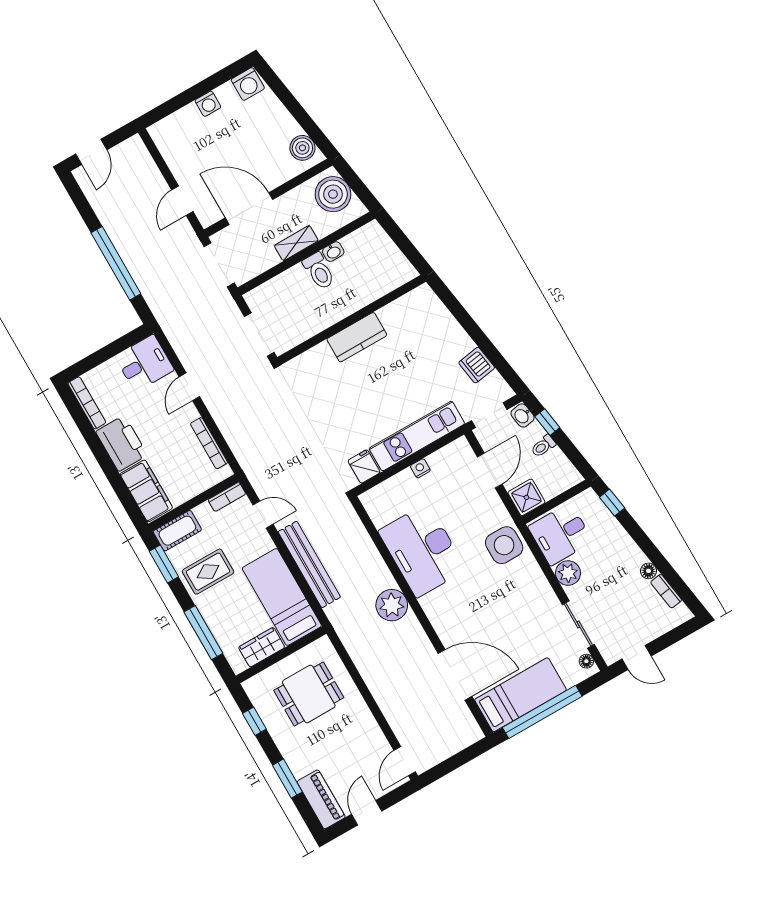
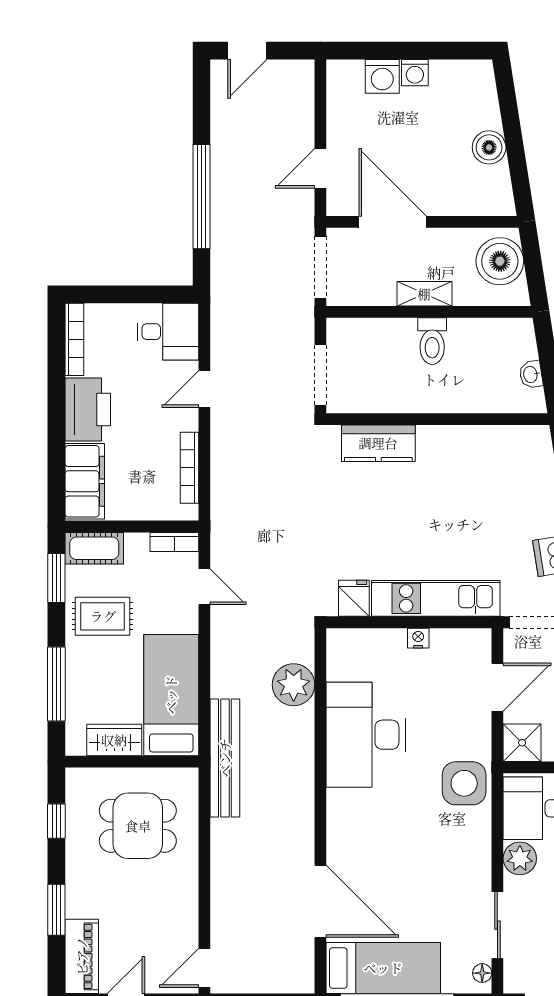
washing machine: (248, 84) -> (382, 76), moved
boiler: (302, 148) -> (489, 147), moved
washbasin: (333, 252) -> (531, 374), moved, turned 81
kitchen counter: (357, 337) -> (378, 443), moved
bench: (309, 564) -> (225, 758), moved
plant: (392, 605) -> (294, 685), moved

